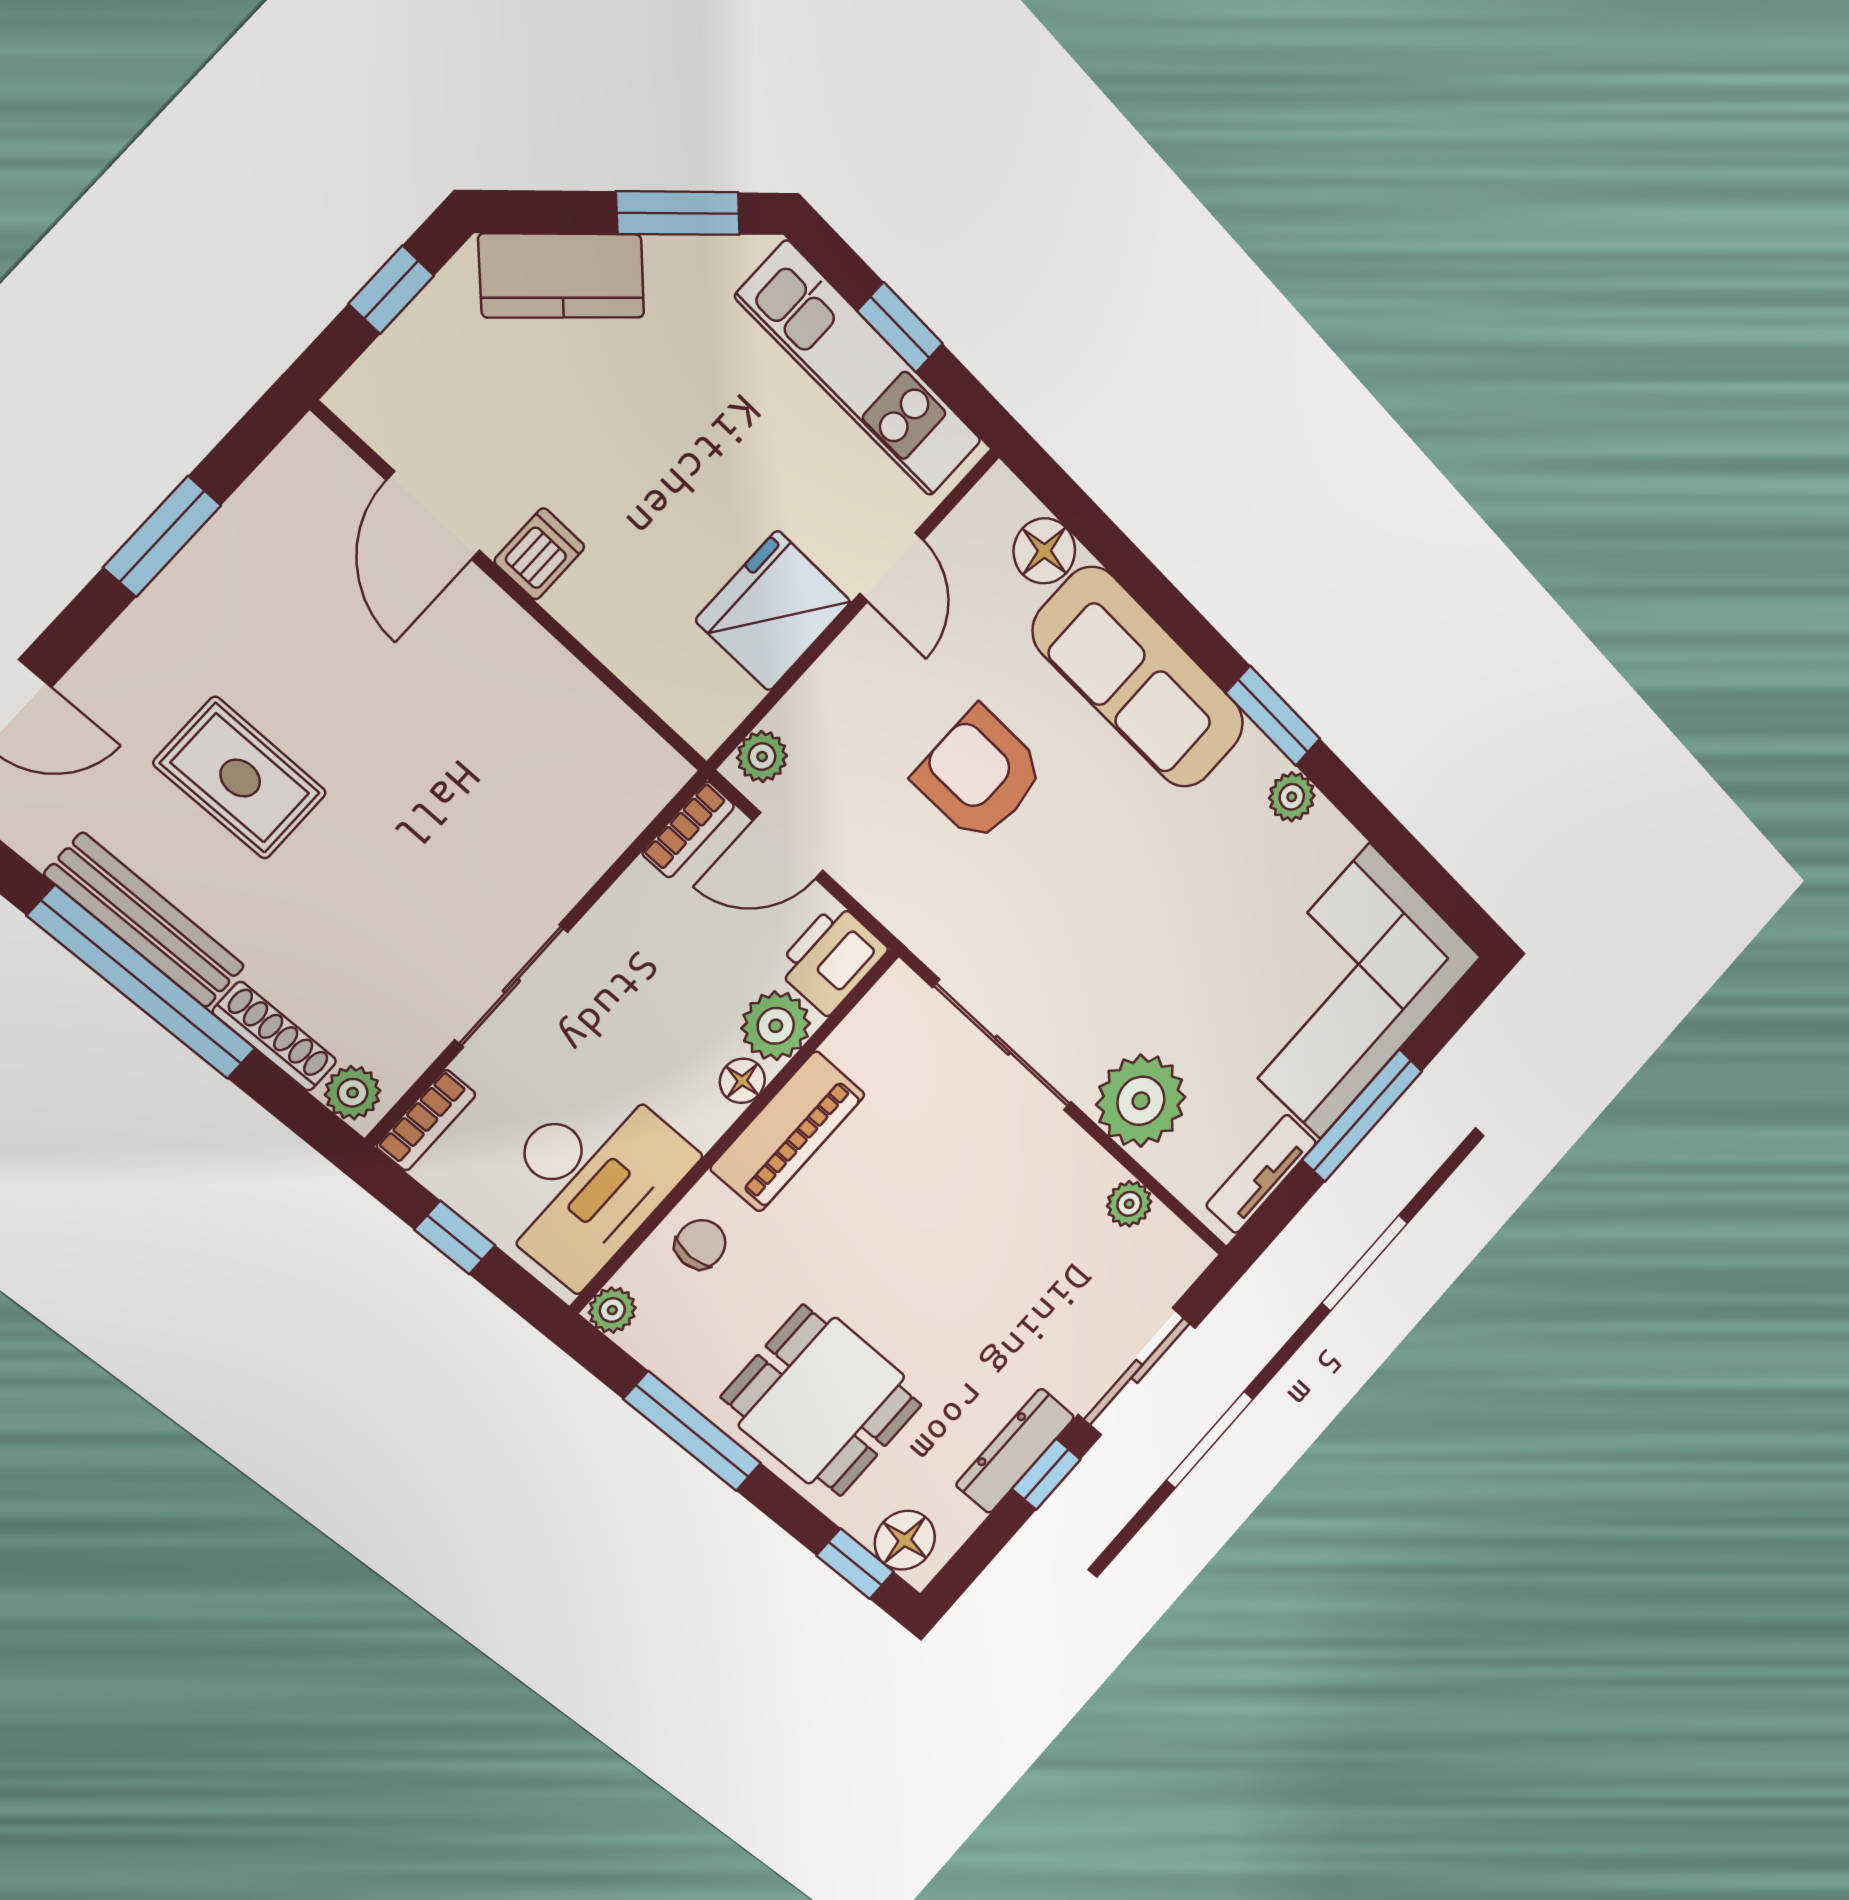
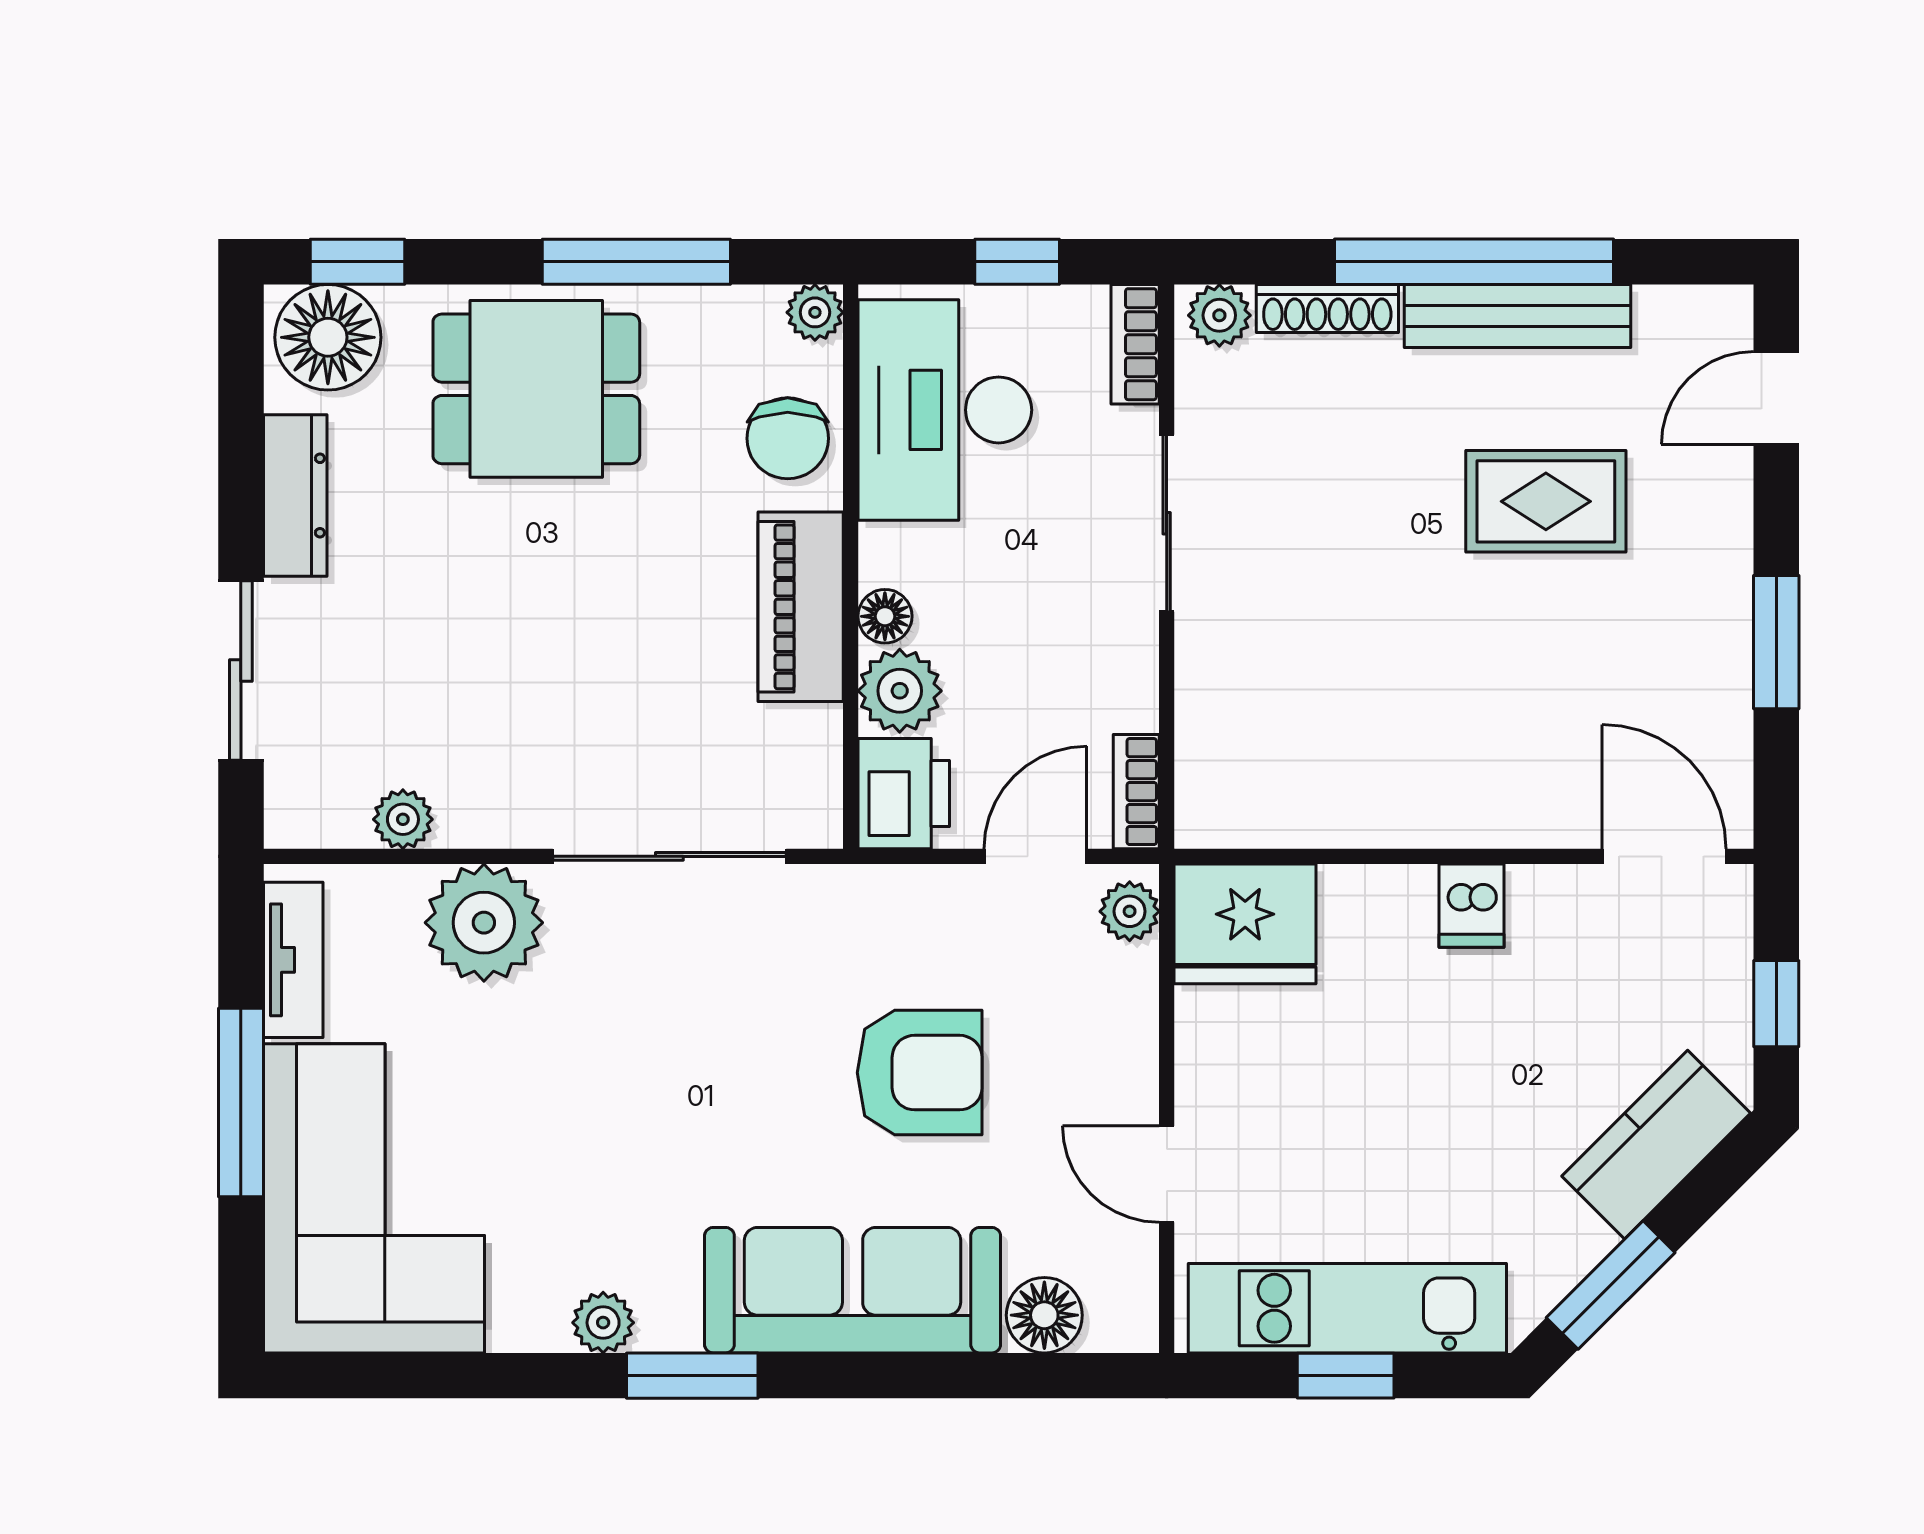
door: (433, 515) -> (1664, 856), moved
fridge: (773, 611) -> (1245, 924), moved, turned 90
chair: (700, 1244) -> (788, 438), width x1.37, depth x1.37
window: (1046, 1474) -> (241, 499), removed
floor lamp: (905, 1540) -> (328, 337), width x1.38, depth x1.38

